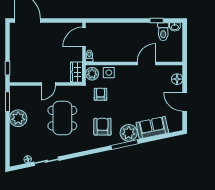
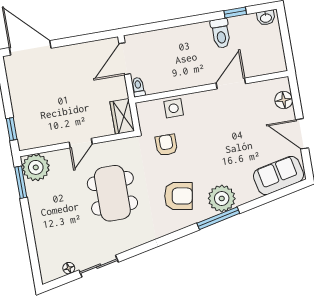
toilet: (163, 32) -> (221, 33), moved
plant: (92, 74) -> (148, 115), removed
plant: (18, 118) -> (36, 167), moved
armchair: (102, 127) -> (178, 196), turned 100
sofa: (152, 128) -> (278, 175), moved

